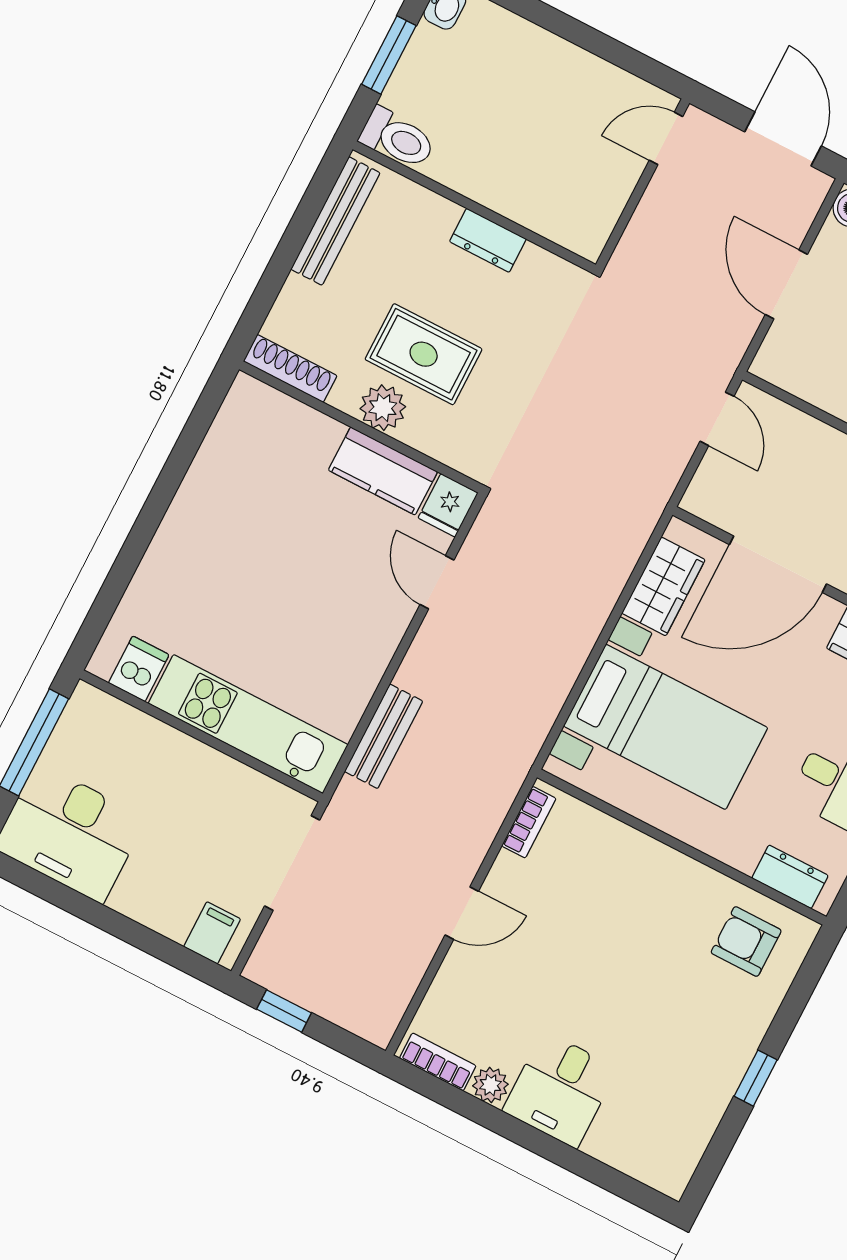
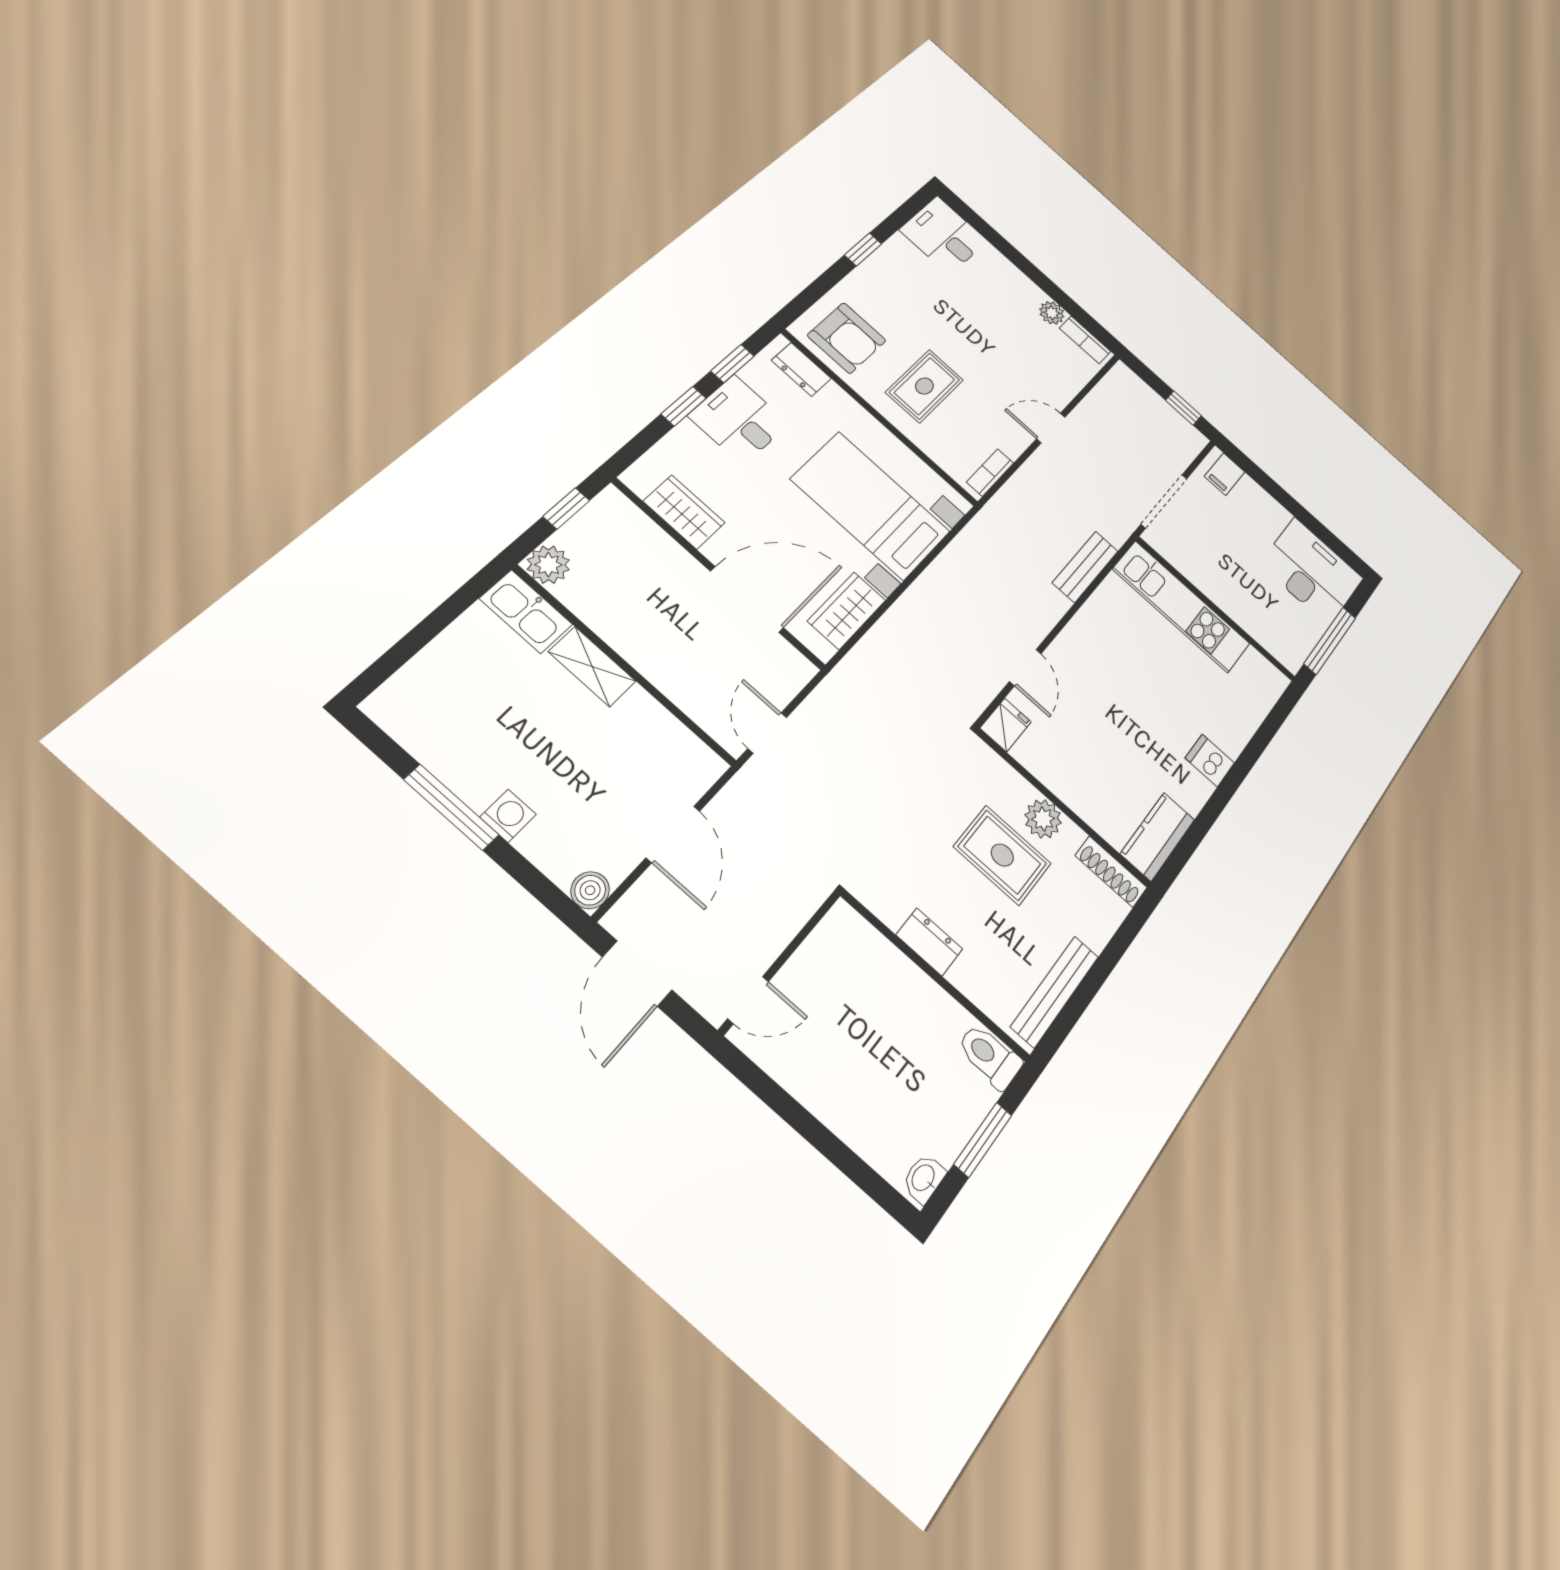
kitchen counter: (383, 471) -> (1158, 837), moved, turned -90
dishwasher: (139, 669) -> (1210, 760), moved, turned 90
rug: (636, 911) -> (924, 386), added
armchair: (746, 942) -> (847, 338), width x1.38, depth x1.38
desk: (560, 1090) -> (943, 235), moved, turned -90

